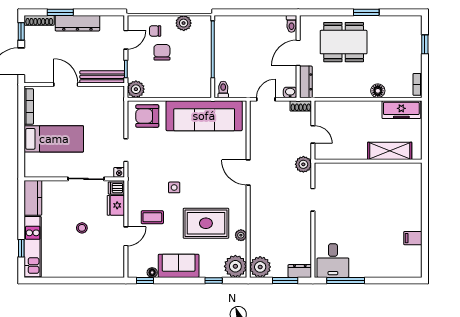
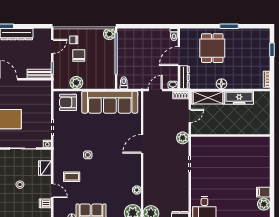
plant: (184, 23) -> (109, 34), moved
dining table: (344, 42) -> (212, 48), width x0.73
bench: (102, 77) -> (39, 74), width x0.73
plant: (136, 89) -> (76, 83), moved
floor lamp: (378, 91) -> (221, 84), moved
freezer: (401, 110) -> (239, 98), moved
door: (313, 134) -> (190, 116), hinge flipped
shelving: (390, 151) -> (208, 98), moved
door: (248, 173) -> (142, 144), hinge flipped
dishwasher: (116, 188) -> (45, 203), moved
rug: (206, 223) -> (111, 181), removed
door: (126, 236) -> (52, 191), hinge flipped
plant: (414, 254) -> (264, 204), added

